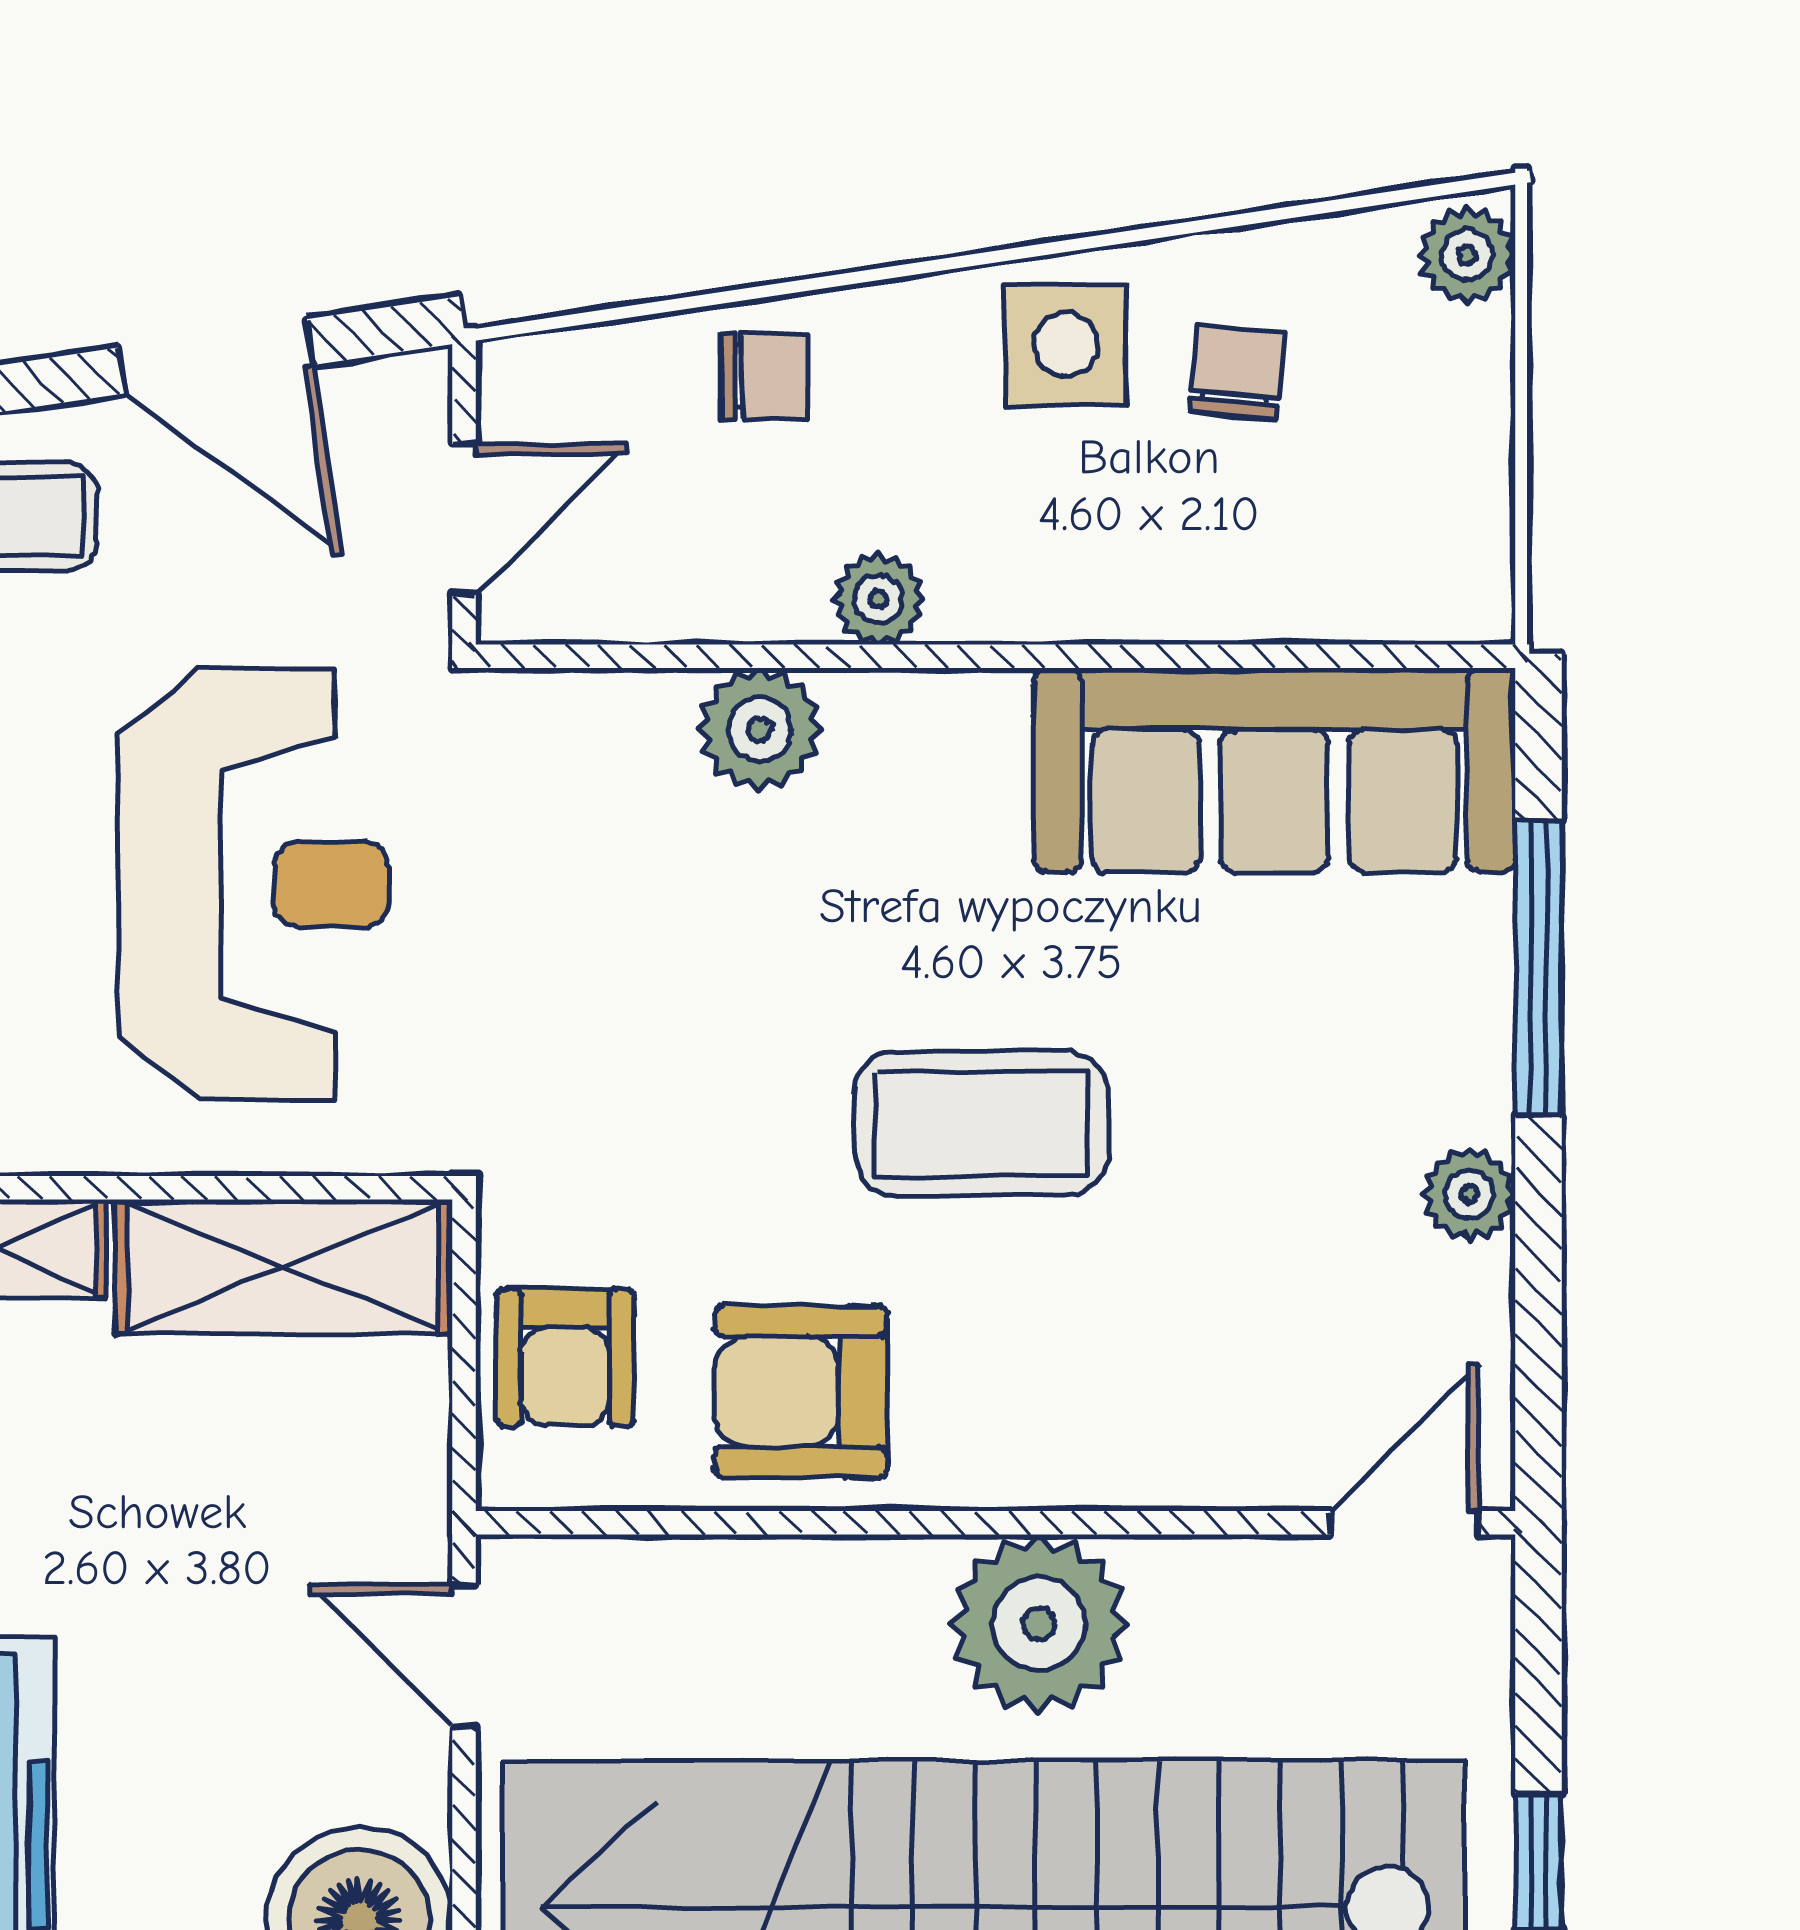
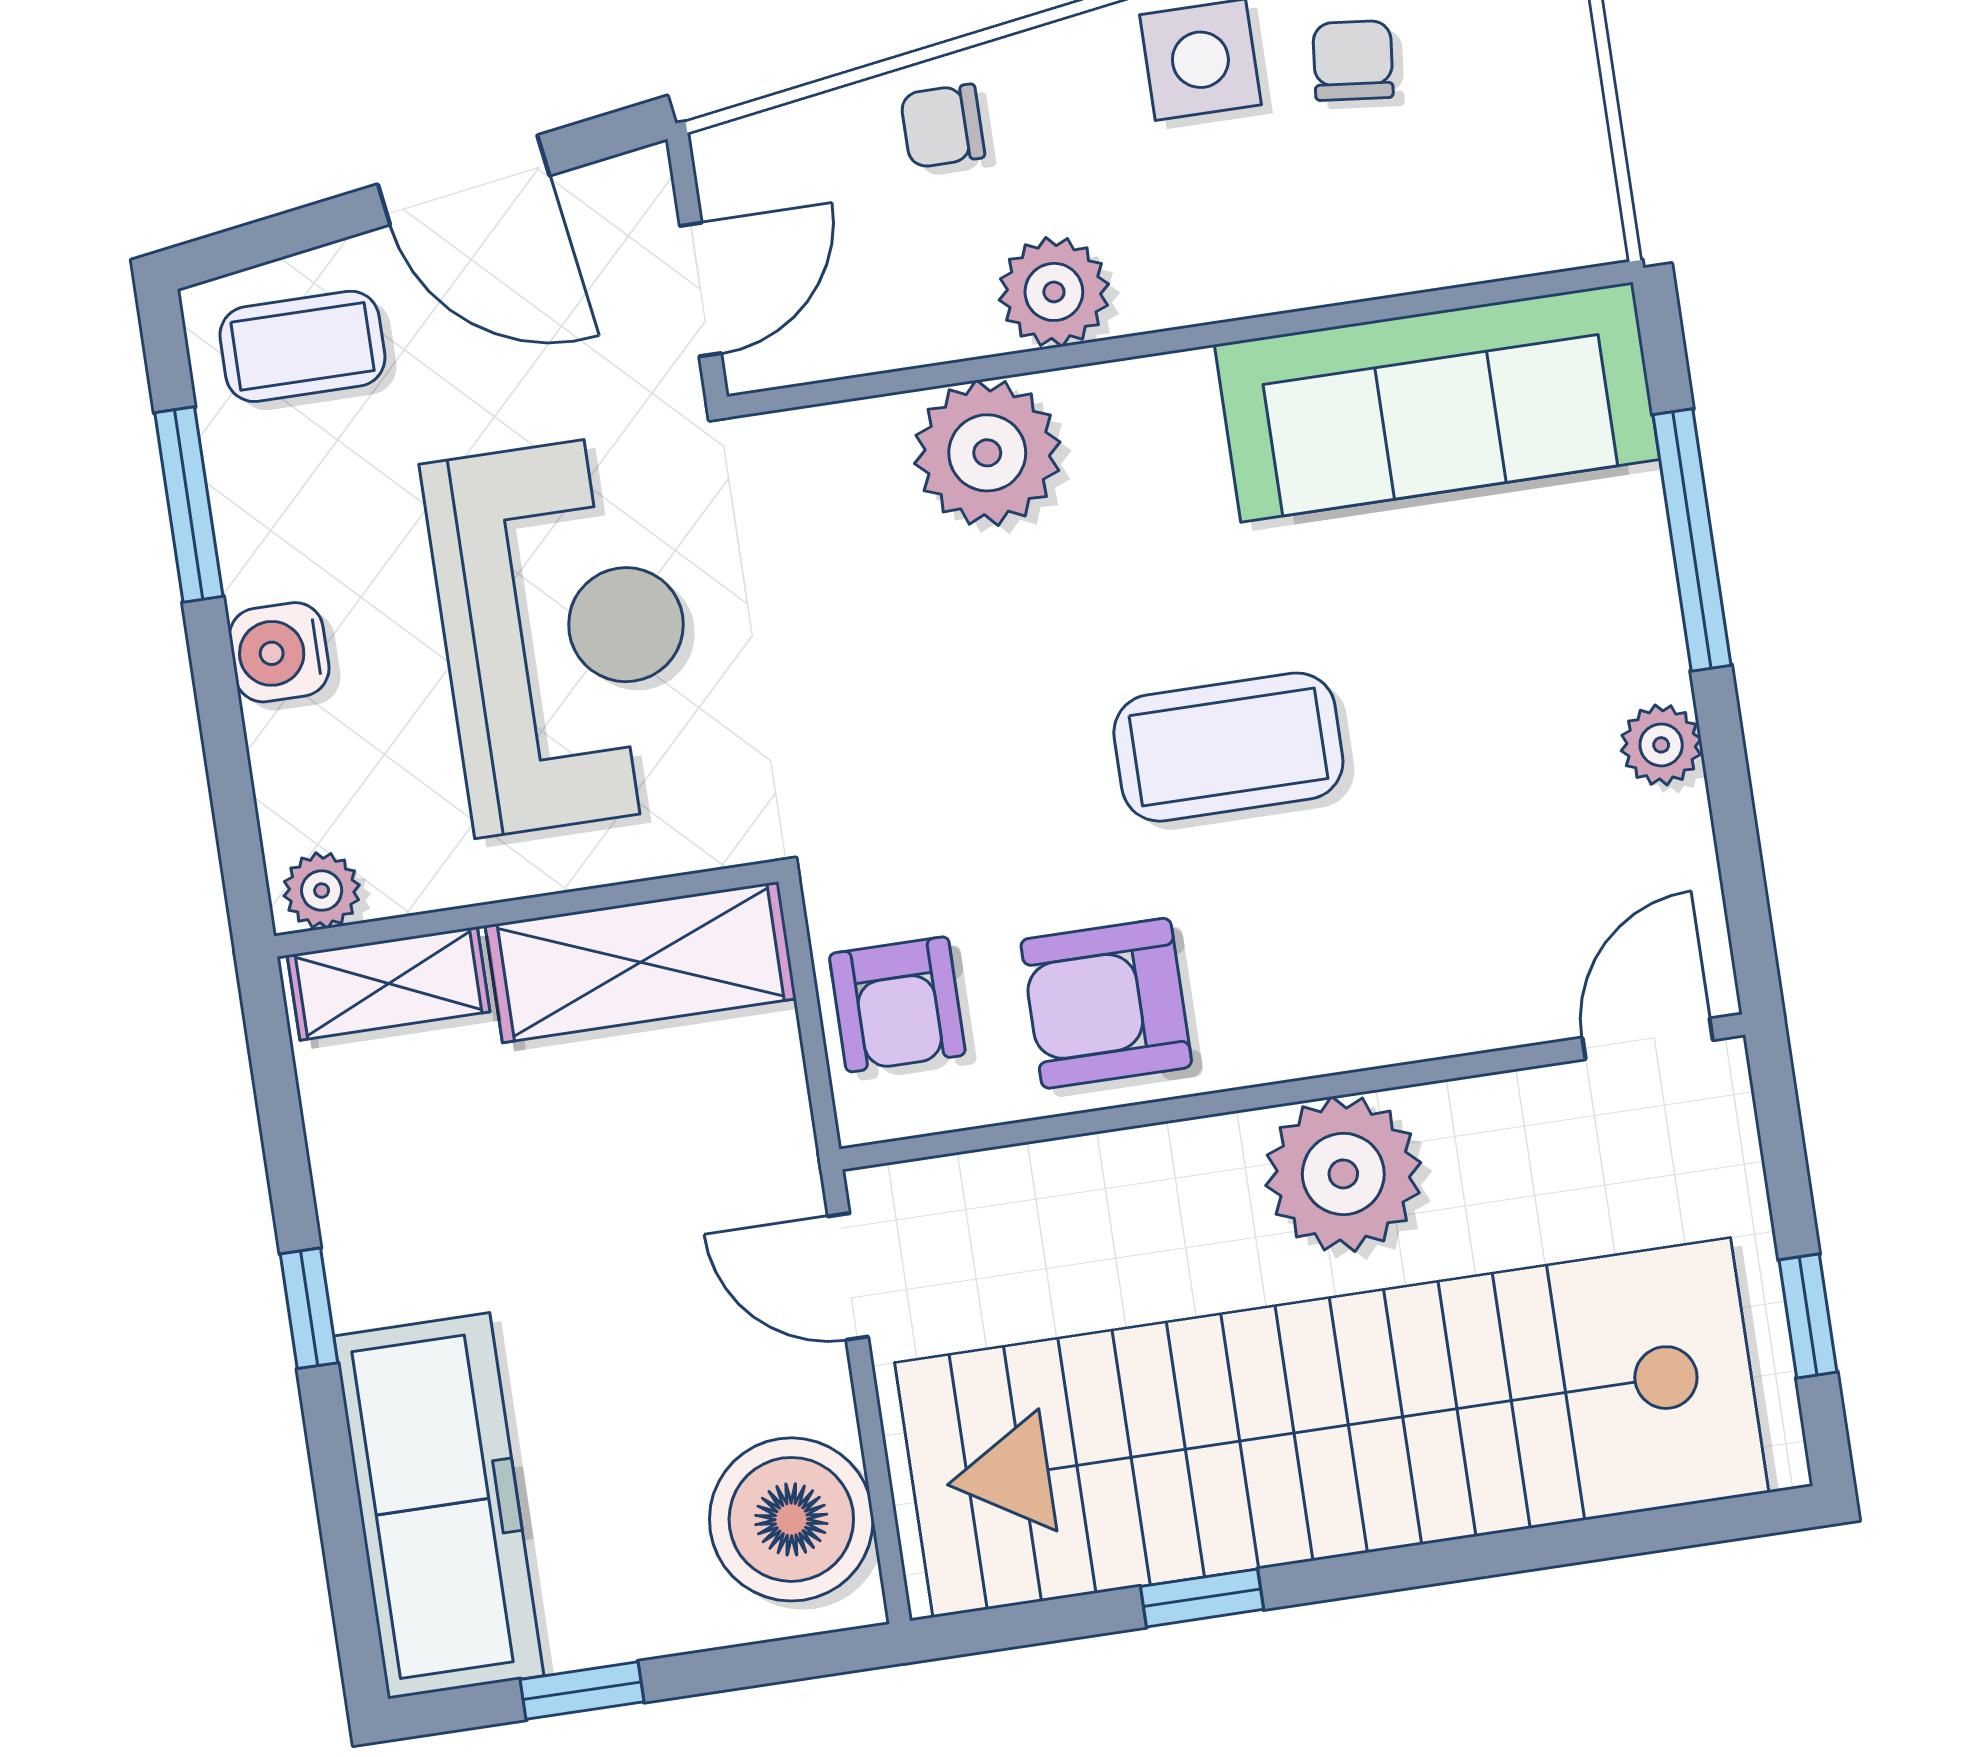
chair: (764, 376) -> (943, 126), turned 180
plant: (879, 599) -> (1054, 292), width x1.38, depth x1.38
plant: (759, 729) -> (987, 453), width x1.36, depth x1.36

